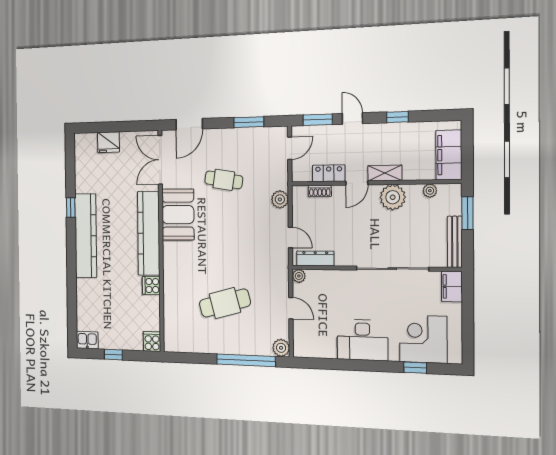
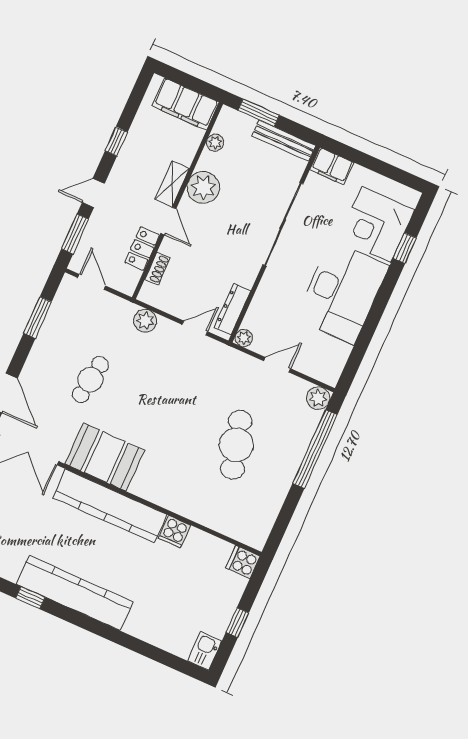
desk: (362, 340) -> (342, 292), width x1.36, depth x1.30

